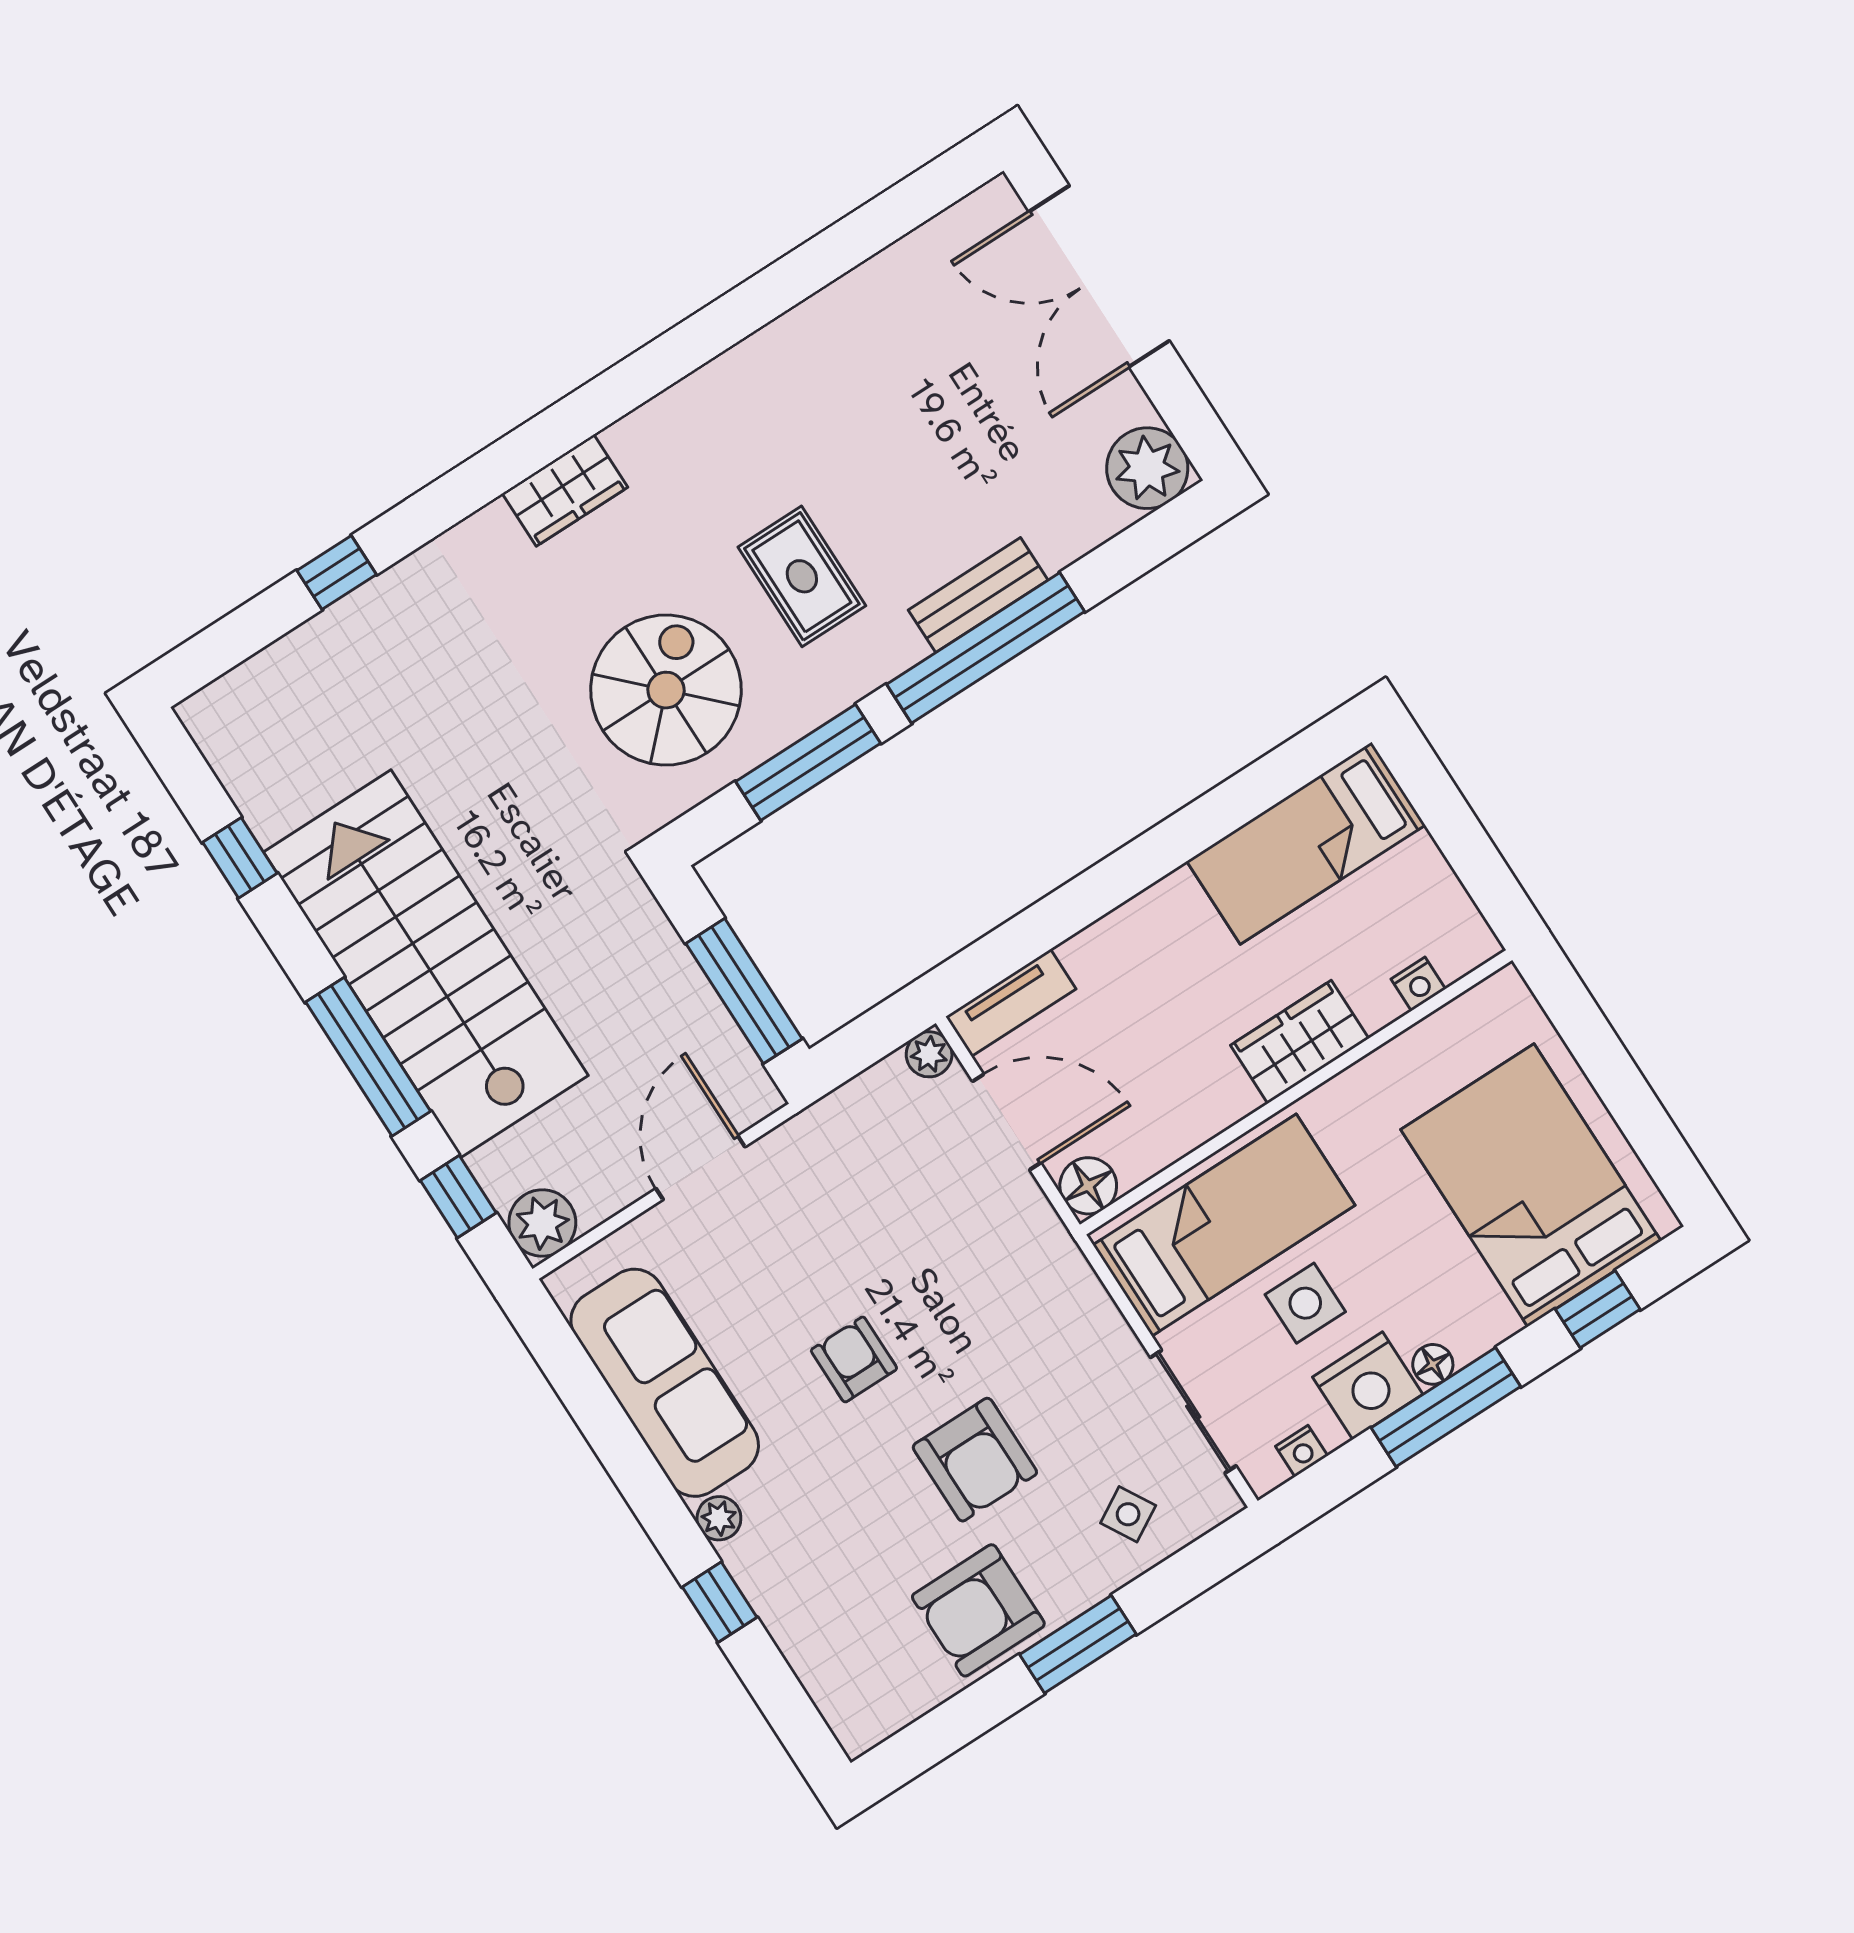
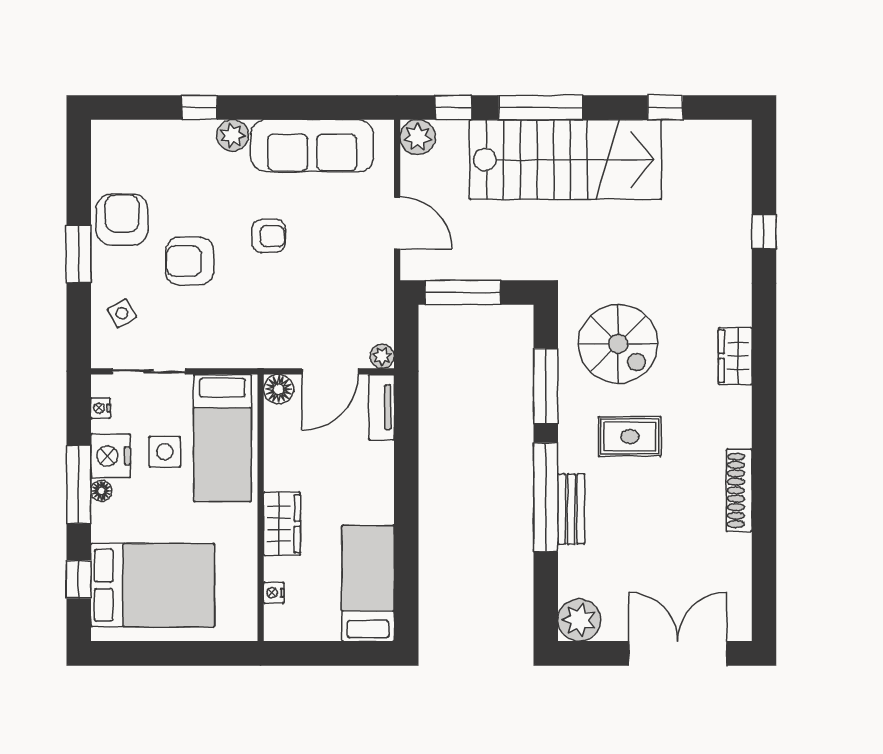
shoe rack: (775, 346) -> (739, 490), added
plant: (719, 1518) -> (232, 135), width x1.38, depth x1.38

